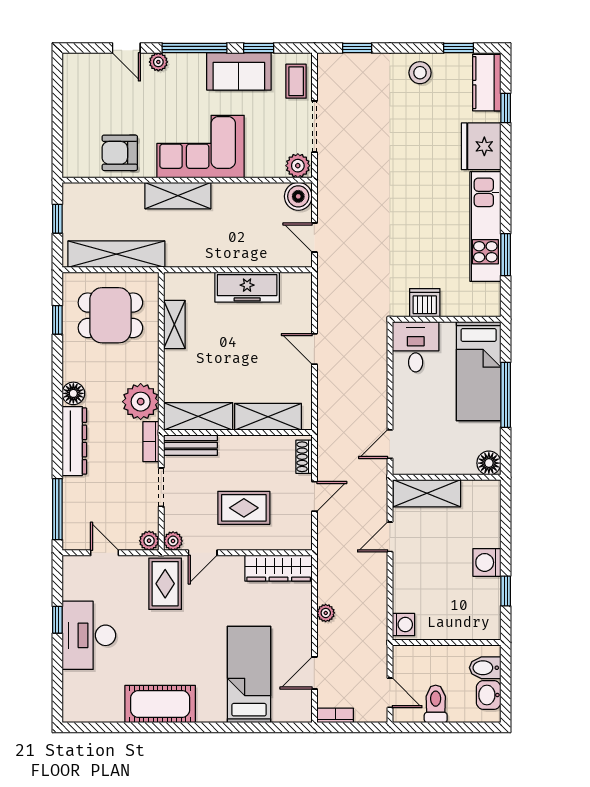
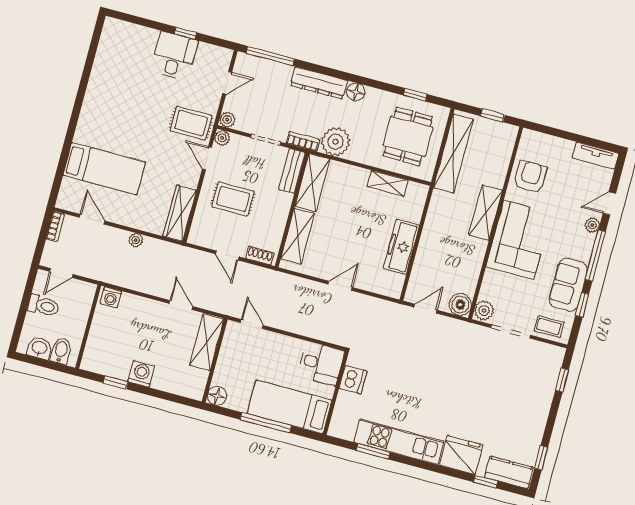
stool: (420, 73) -> (530, 423), removed
tv unit: (73, 80) -> (596, 156), added
rug: (244, 508) -> (233, 199), turned 90
desk: (89, 635) -> (174, 56), width x0.73
cot: (160, 704) -> (100, 95), removed

